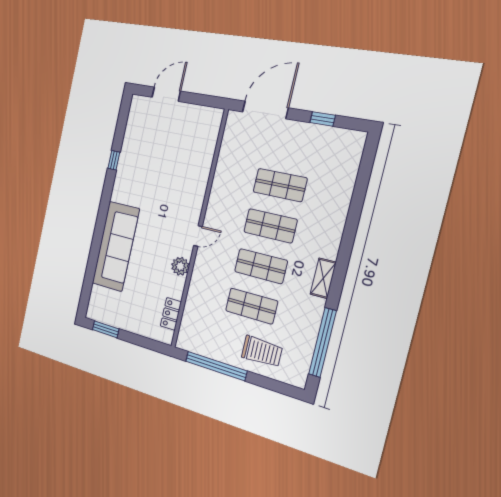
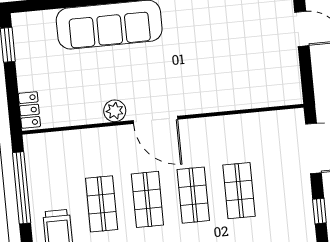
door: (198, 236) -> (155, 120), width x1.88
locker: (171, 314) -> (29, 110), moved, turned 90

